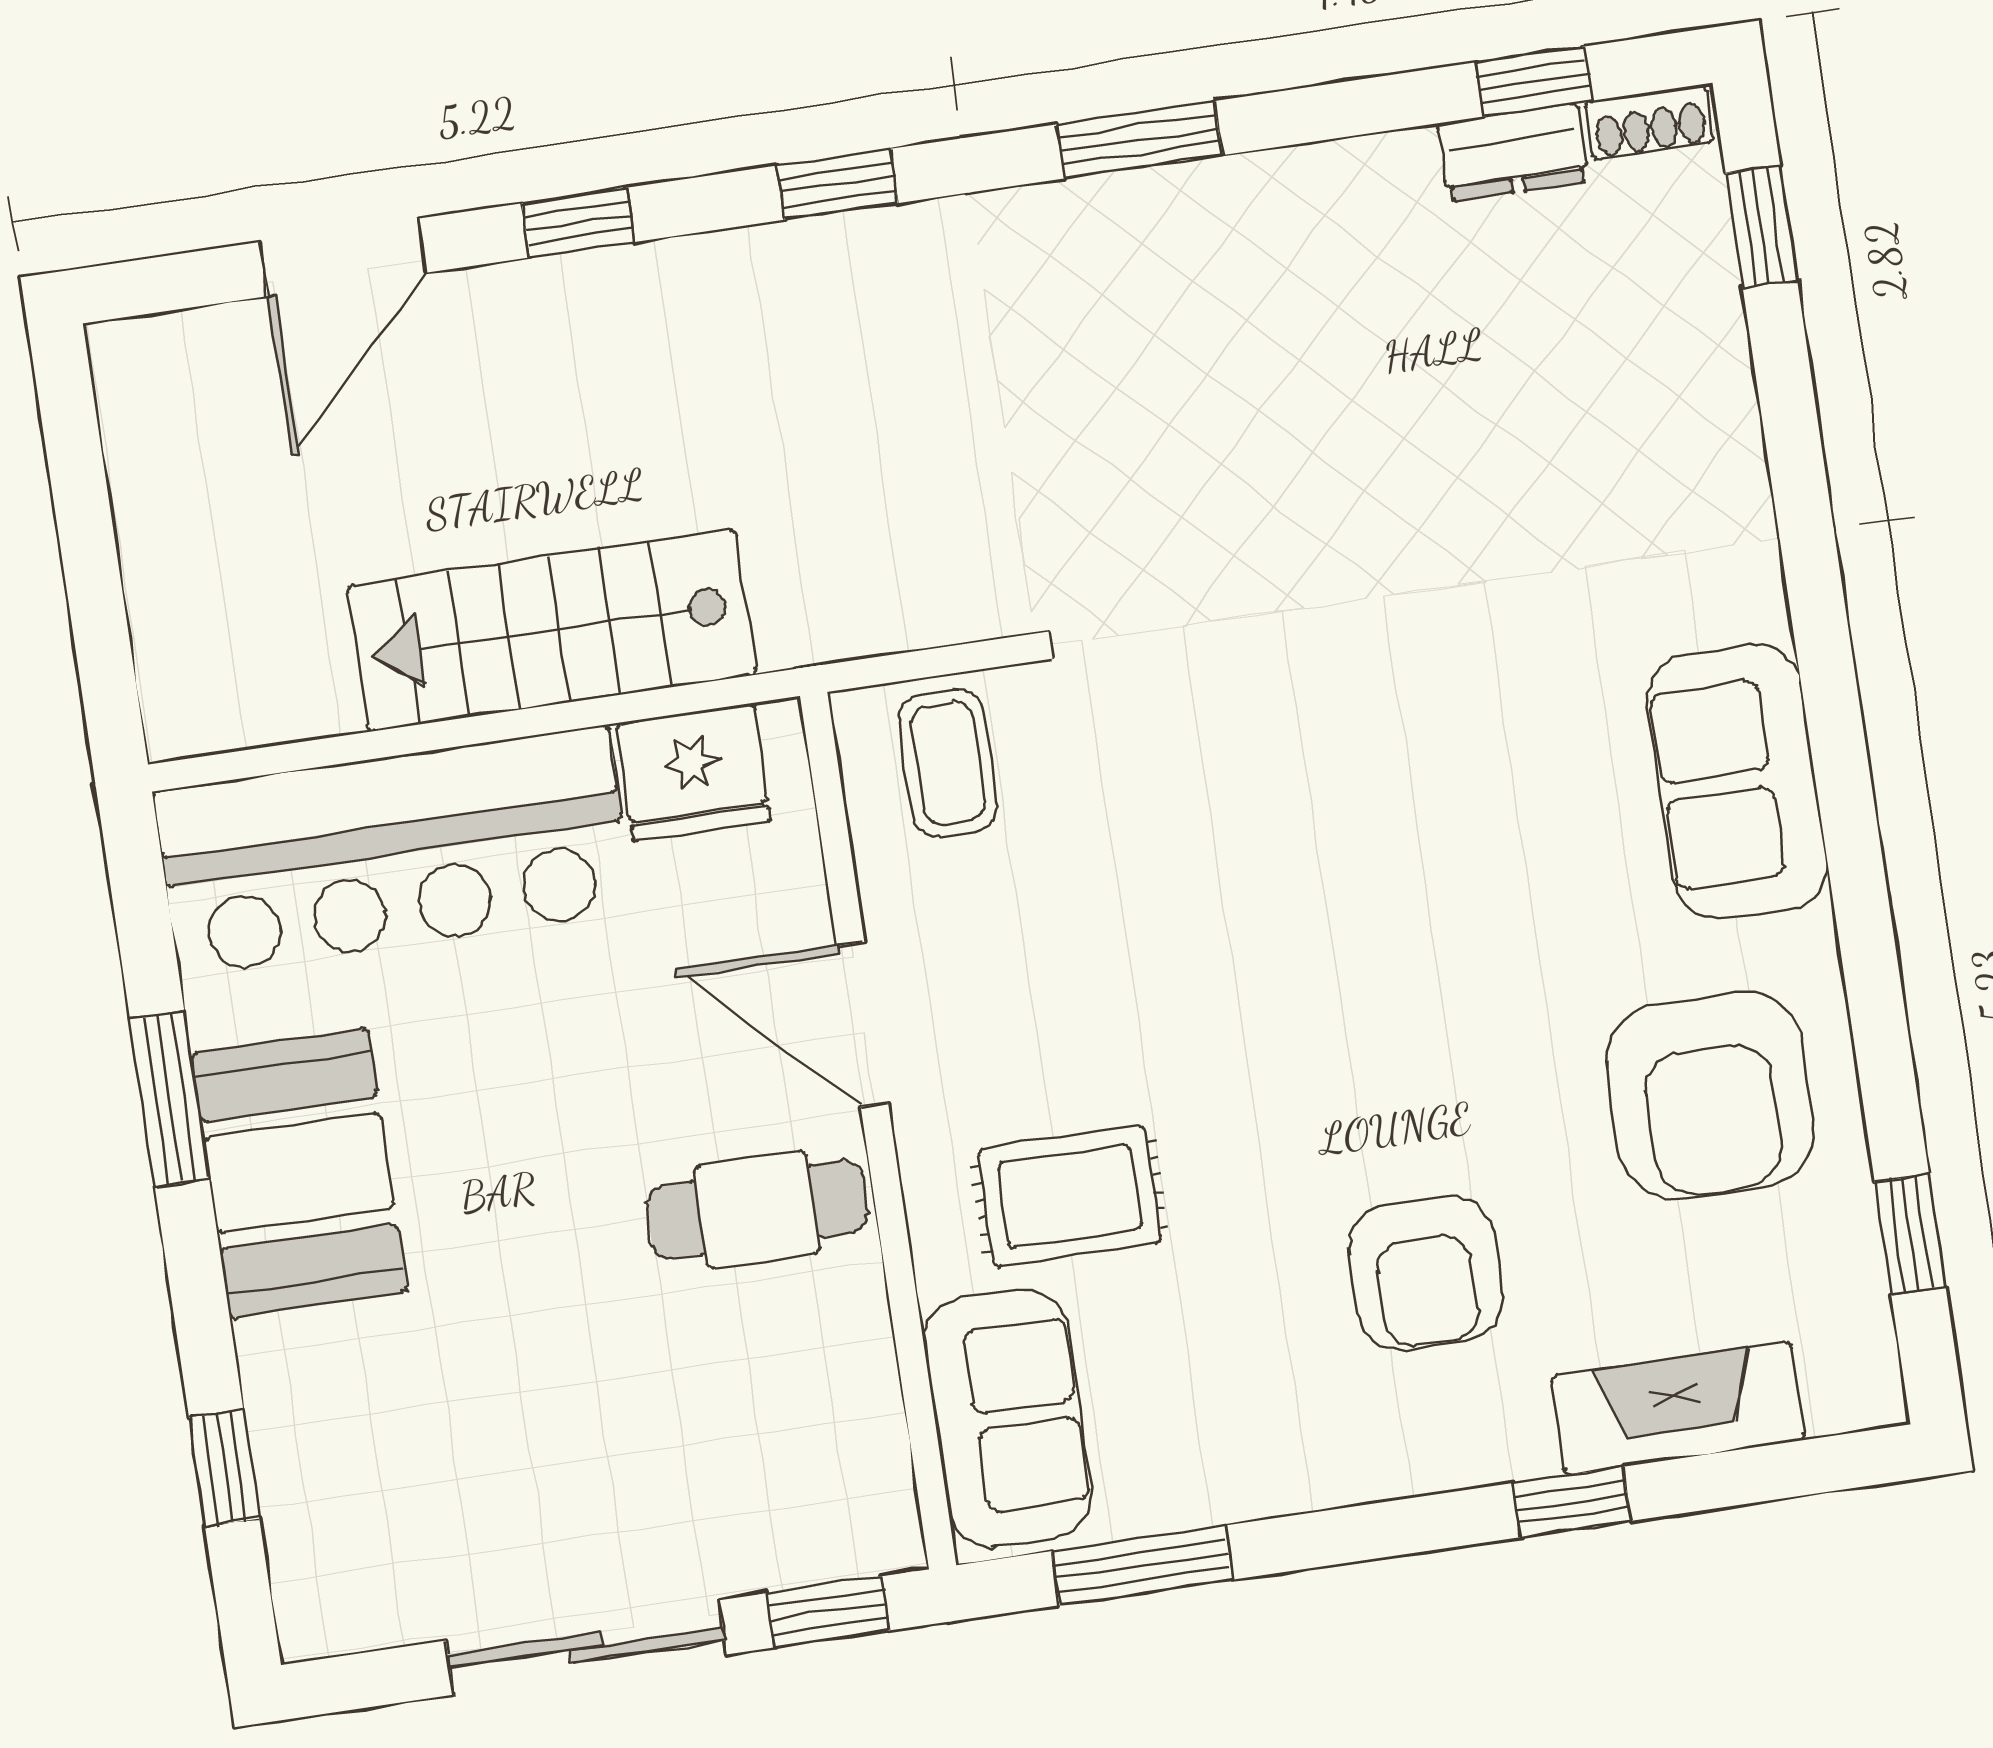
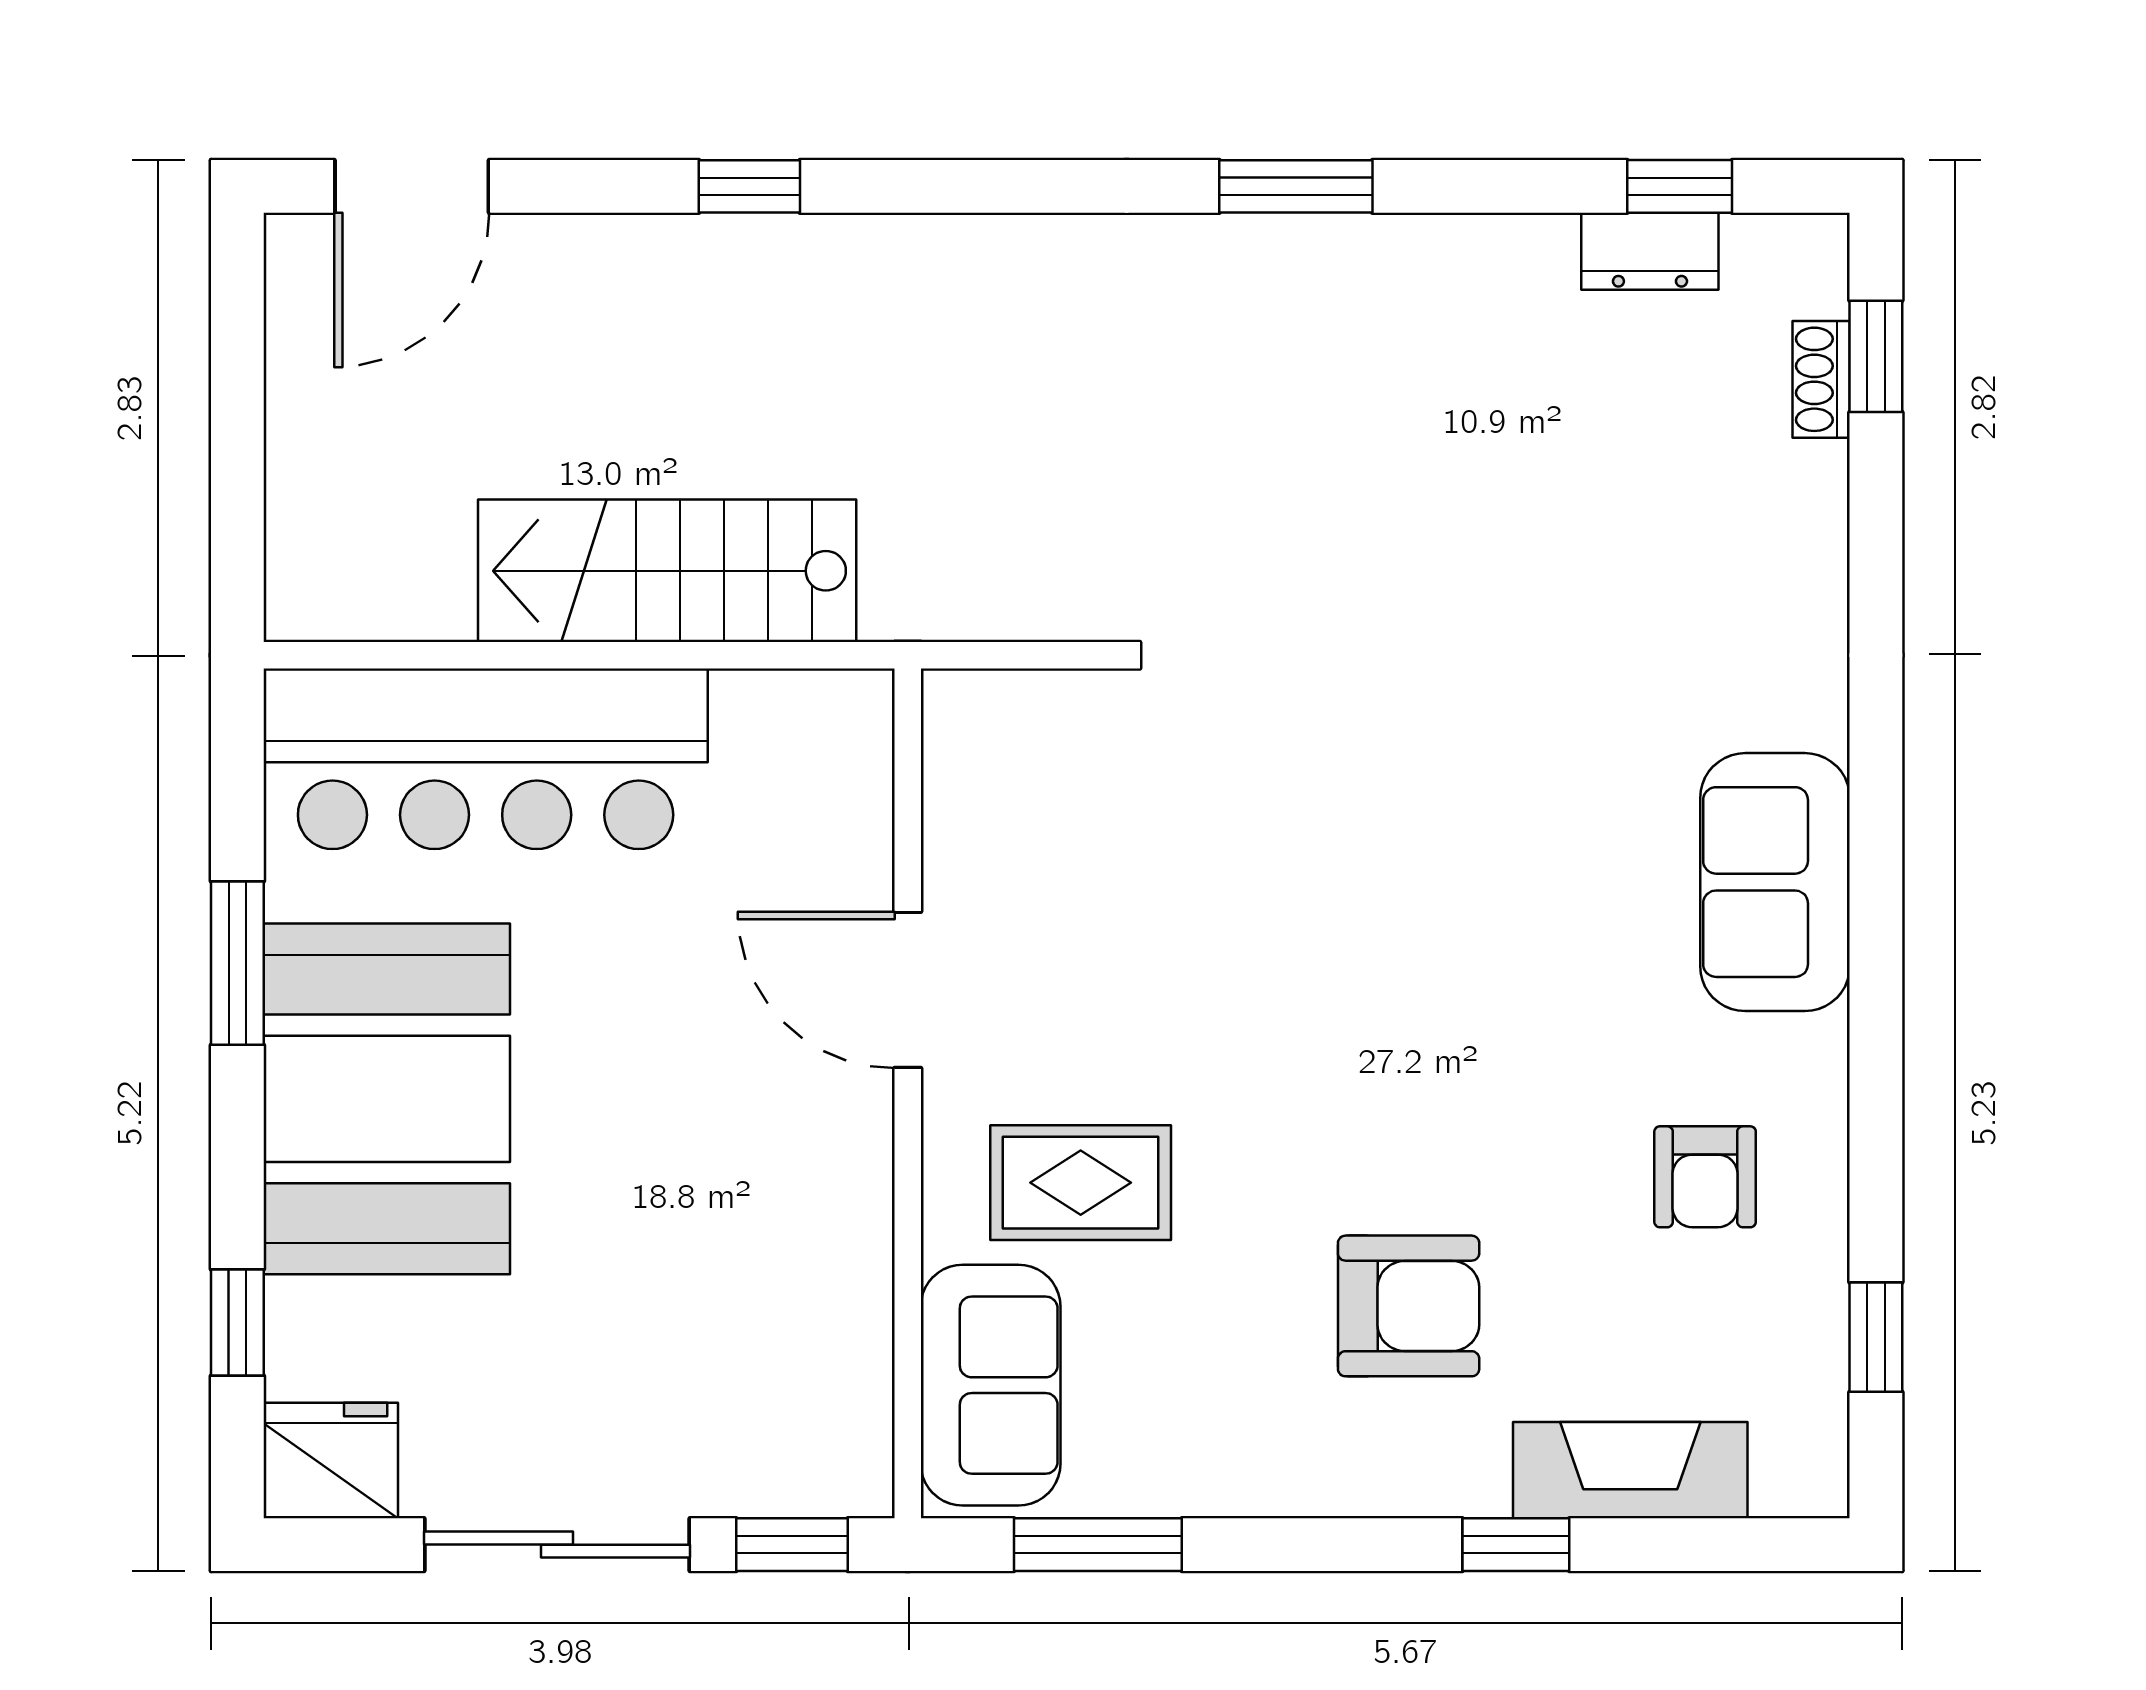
shoe rack: (1649, 122) -> (1821, 379), moved, turned 90
window: (837, 184) -> (1002, 186), removed
door: (343, 257) -> (412, 186), moved
coffee table: (948, 763) -> (1026, 753), removed
fridge: (693, 772) -> (331, 1460), moved, turned 180
armchair: (1710, 1095) -> (1705, 1177), width x0.53, depth x0.53
booth: (299, 1173) -> (387, 1099), width x1.36, depth x1.42
cafe table: (757, 1210) -> (781, 1151), removed
armchair: (1425, 1273) -> (1409, 1306), turned -90

